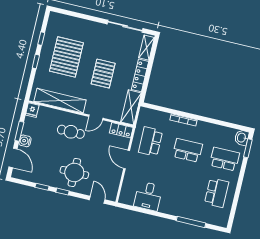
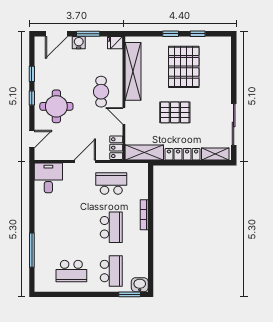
pallet: (66, 57) -> (184, 67), turned 90
desk: (148, 196) -> (48, 178), moved, turned 90

